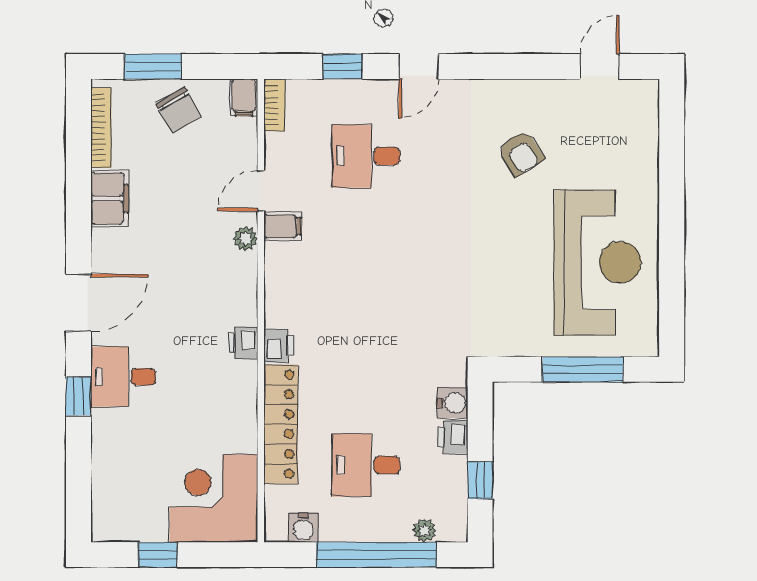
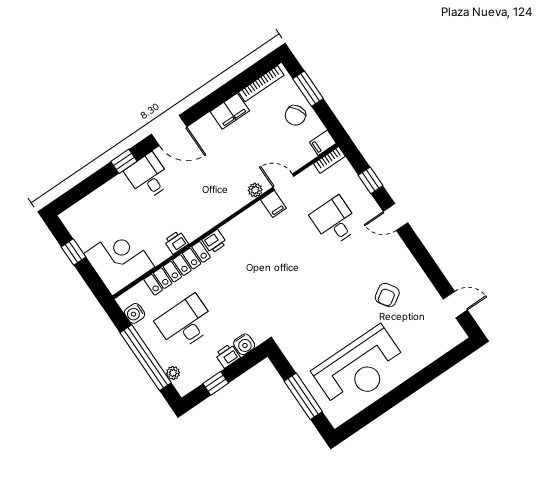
printer: (243, 343) -> (176, 242), moved
desk: (366, 465) -> (185, 323), width x1.37

